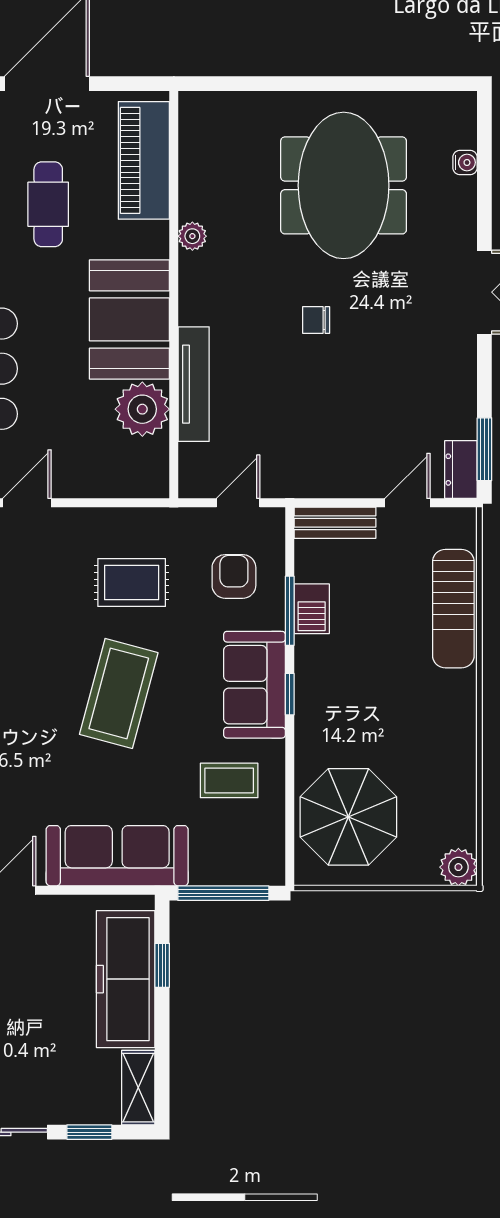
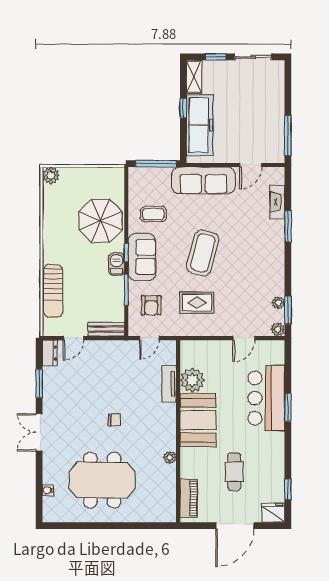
piano: (144, 160) -> (189, 498), width x0.73, depth x0.75
meeting table: (344, 185) -> (102, 480), turned 90
tv unit: (194, 384) -> (169, 384), width x0.71
window: (484, 449) -> (39, 384), moved
barbecue: (312, 609) -> (116, 264), moved
sun lounger: (453, 609) -> (53, 291), turned 180
parasol: (348, 817) -> (101, 221), moved
window: (162, 965) -> (183, 108), moved

